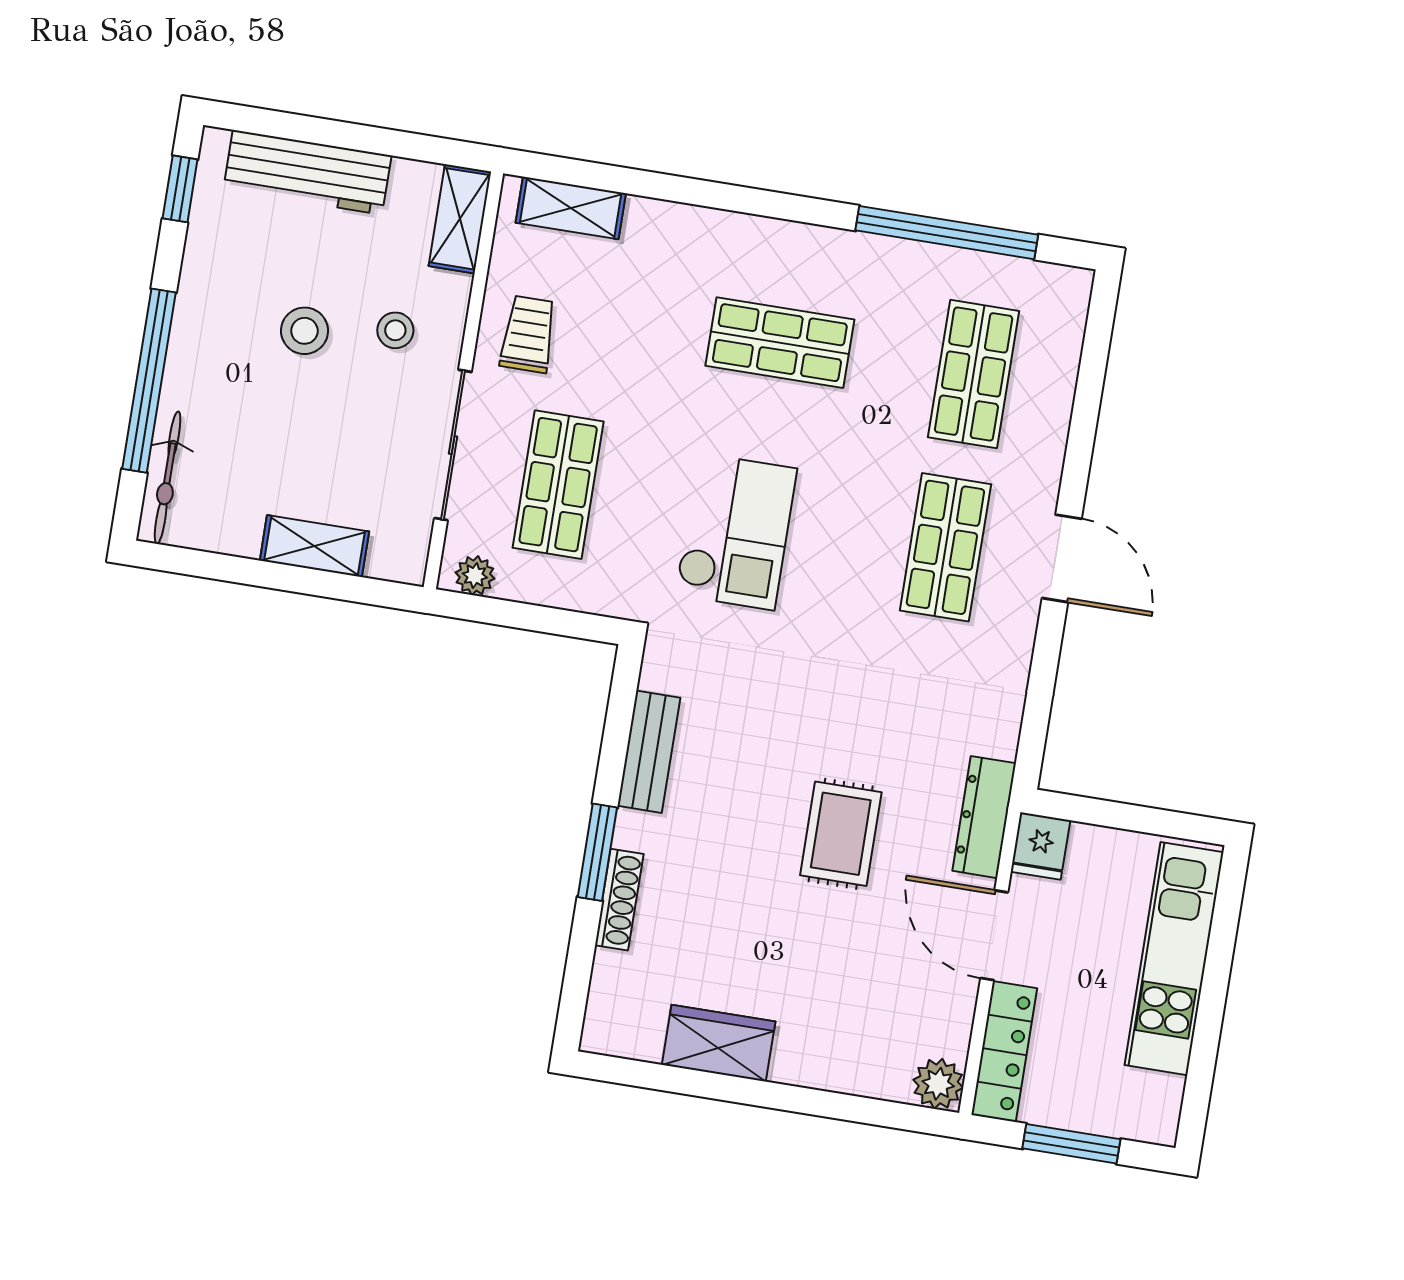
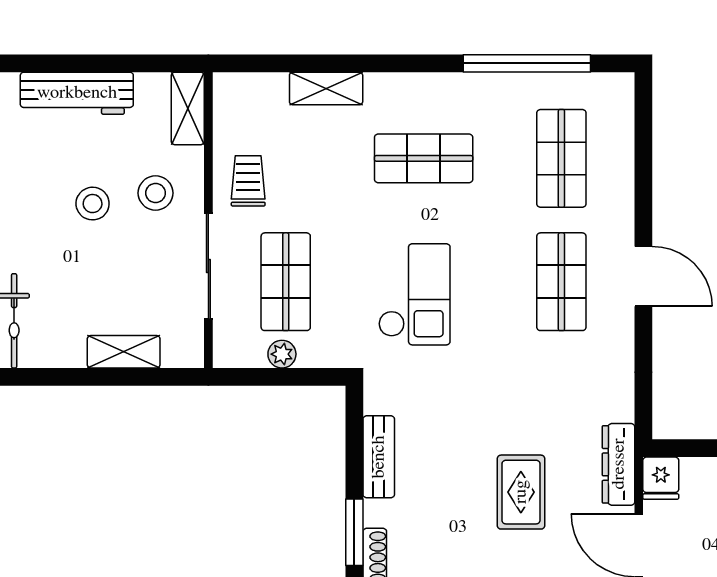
shelving: (571, 208) -> (326, 88), moved
stool: (395, 330) -> (156, 193), width x1.37, depth x1.37
plant: (475, 576) -> (282, 354), moved

